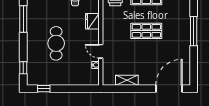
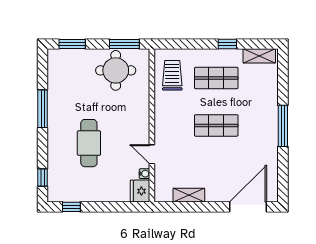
fridge: (92, 21) -> (140, 191), moved

